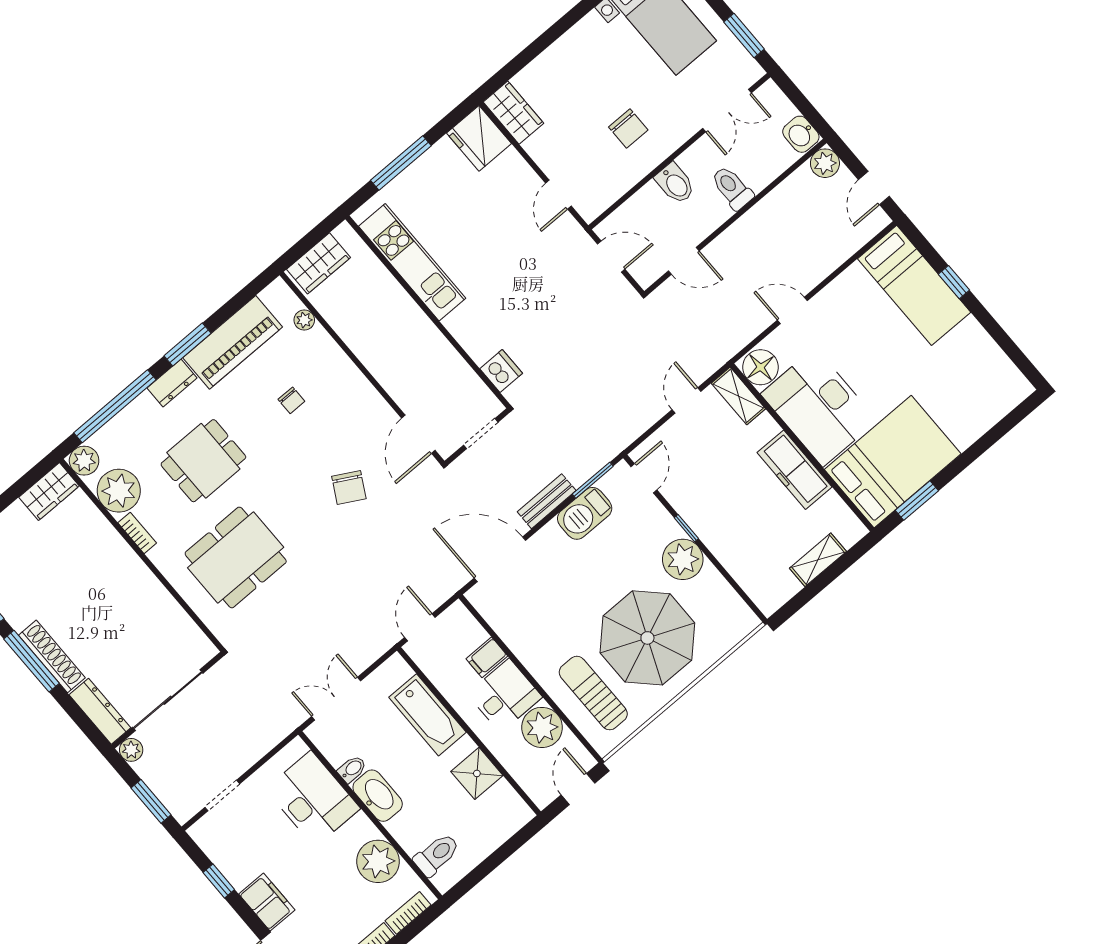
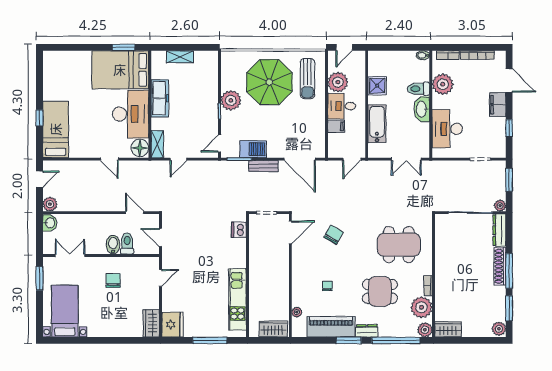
toilet: (732, 188) -> (127, 243), moved, turned 180
bidet: (352, 769) -> (423, 55), moved
toilet: (437, 855) -> (418, 89), moved

